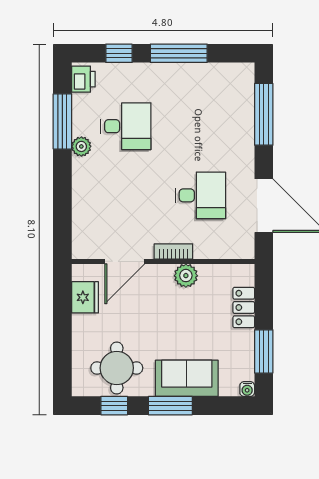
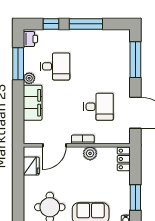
filing cabinet: (87, 188) -> (33, 103), added
locker: (244, 307) -> (124, 159), moved

